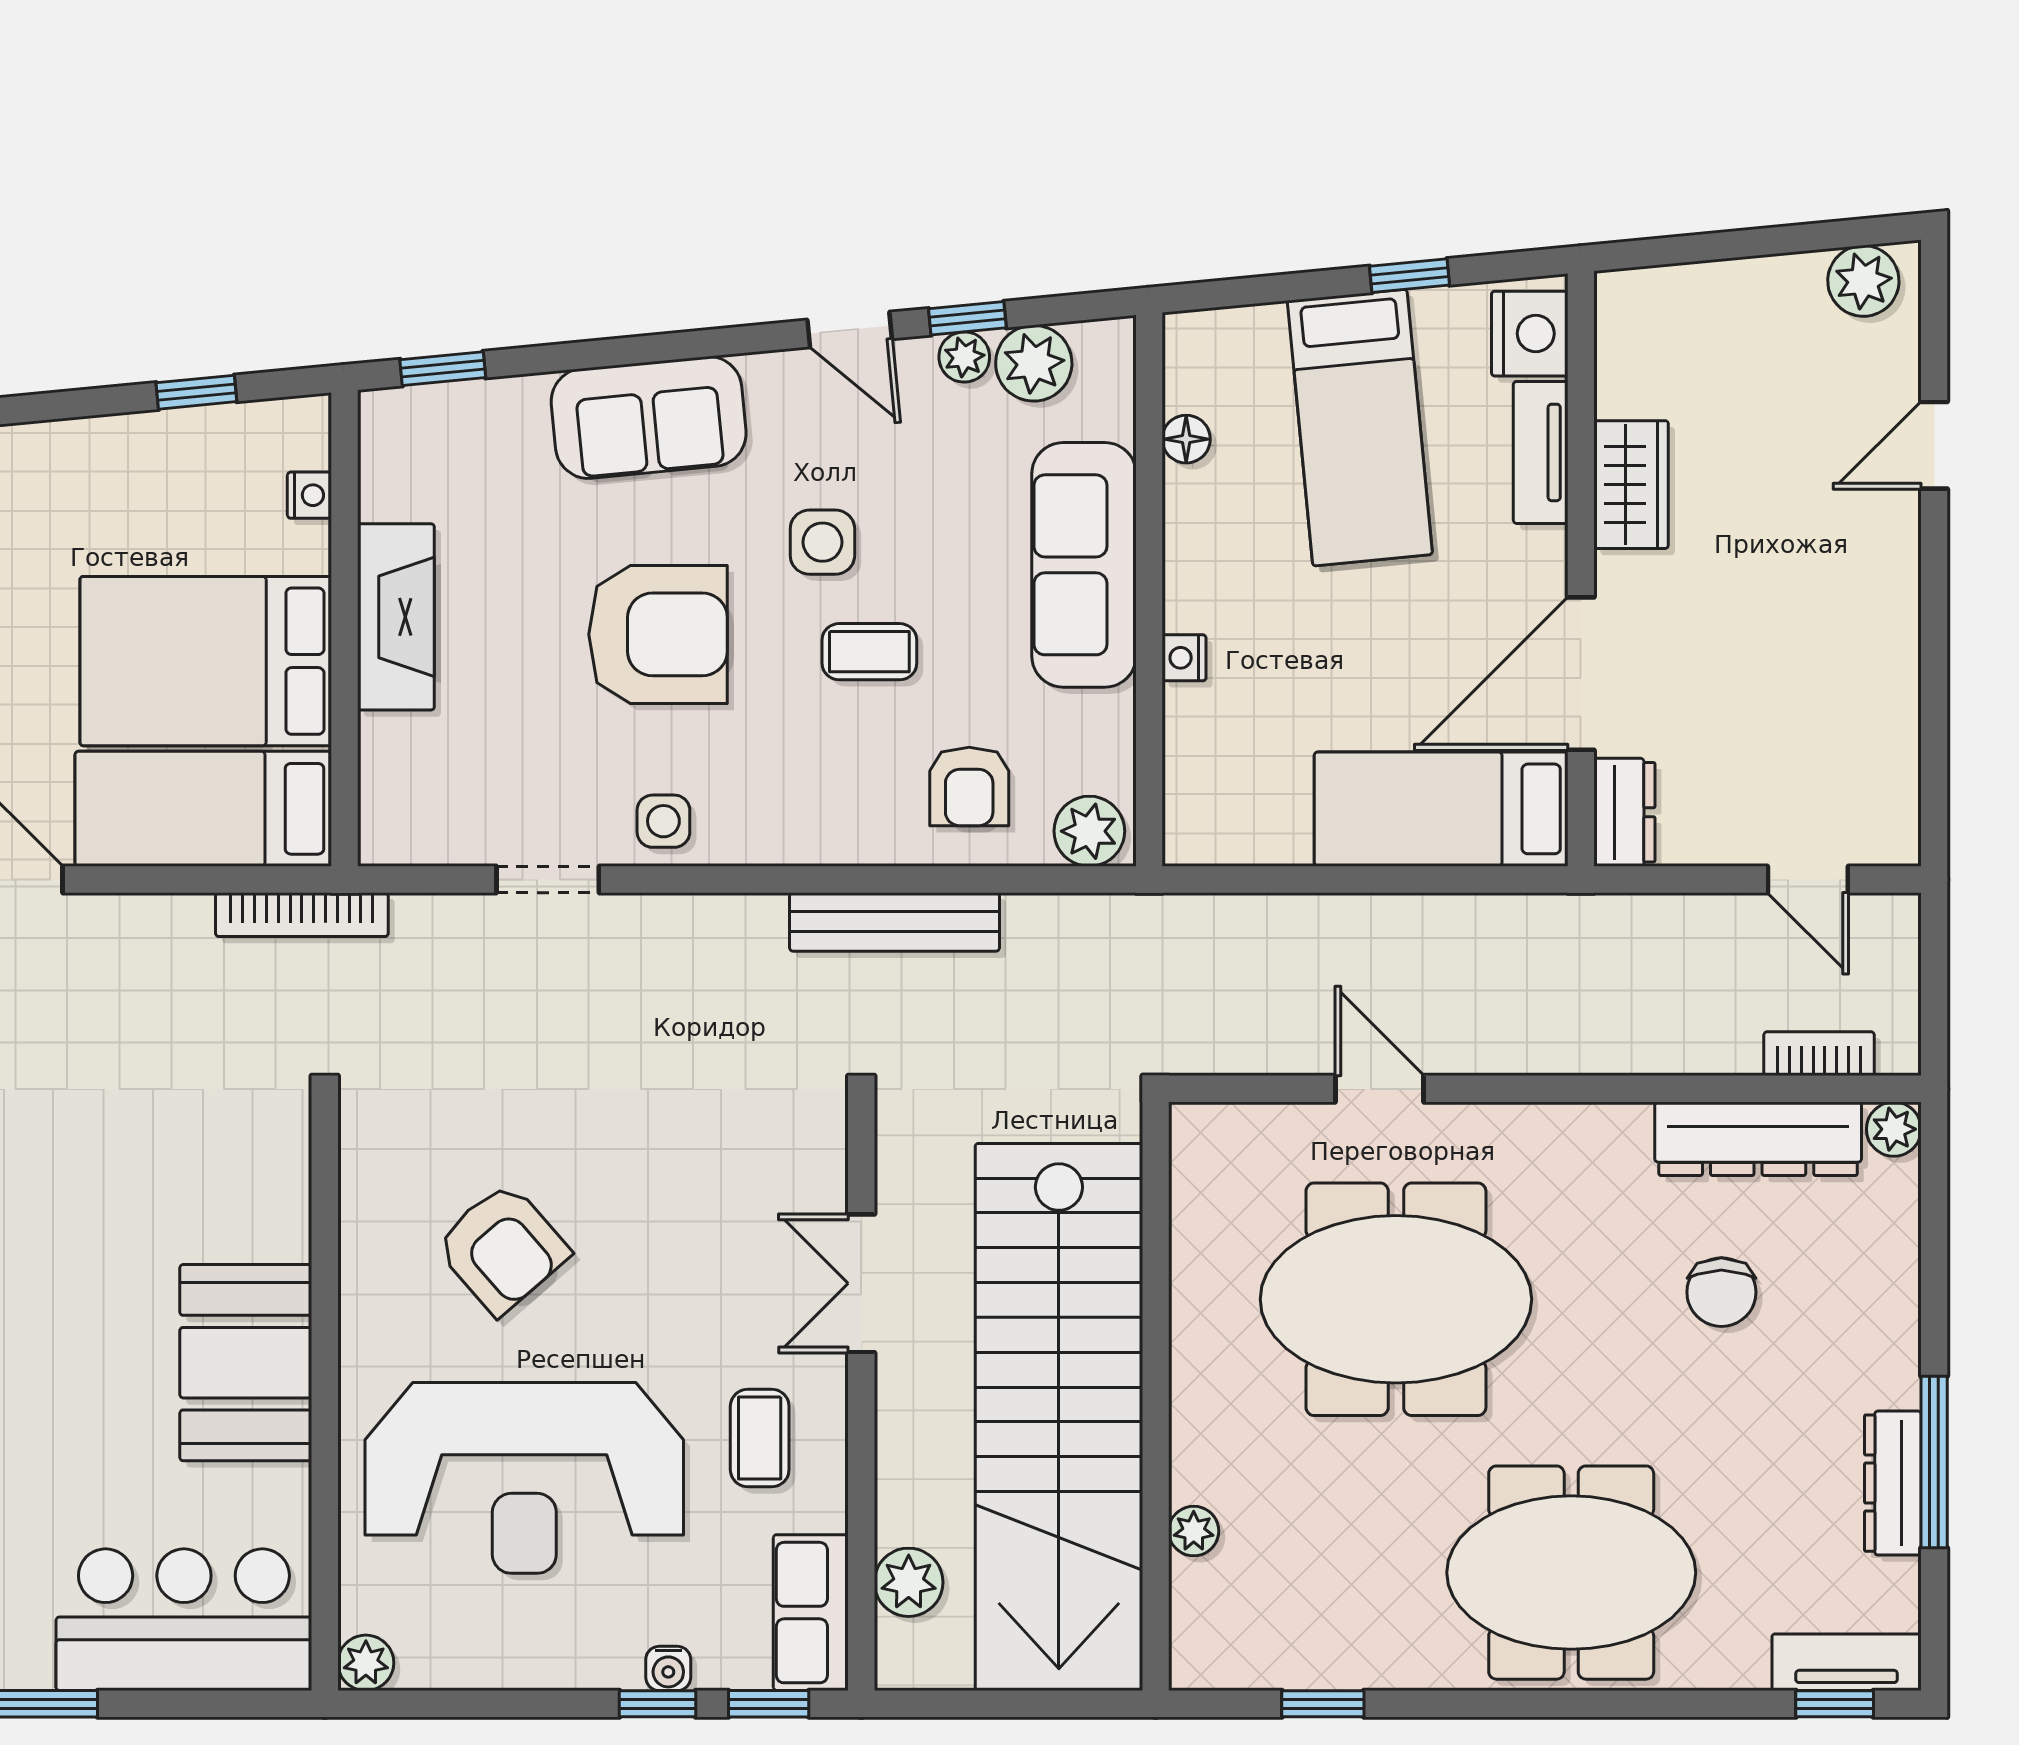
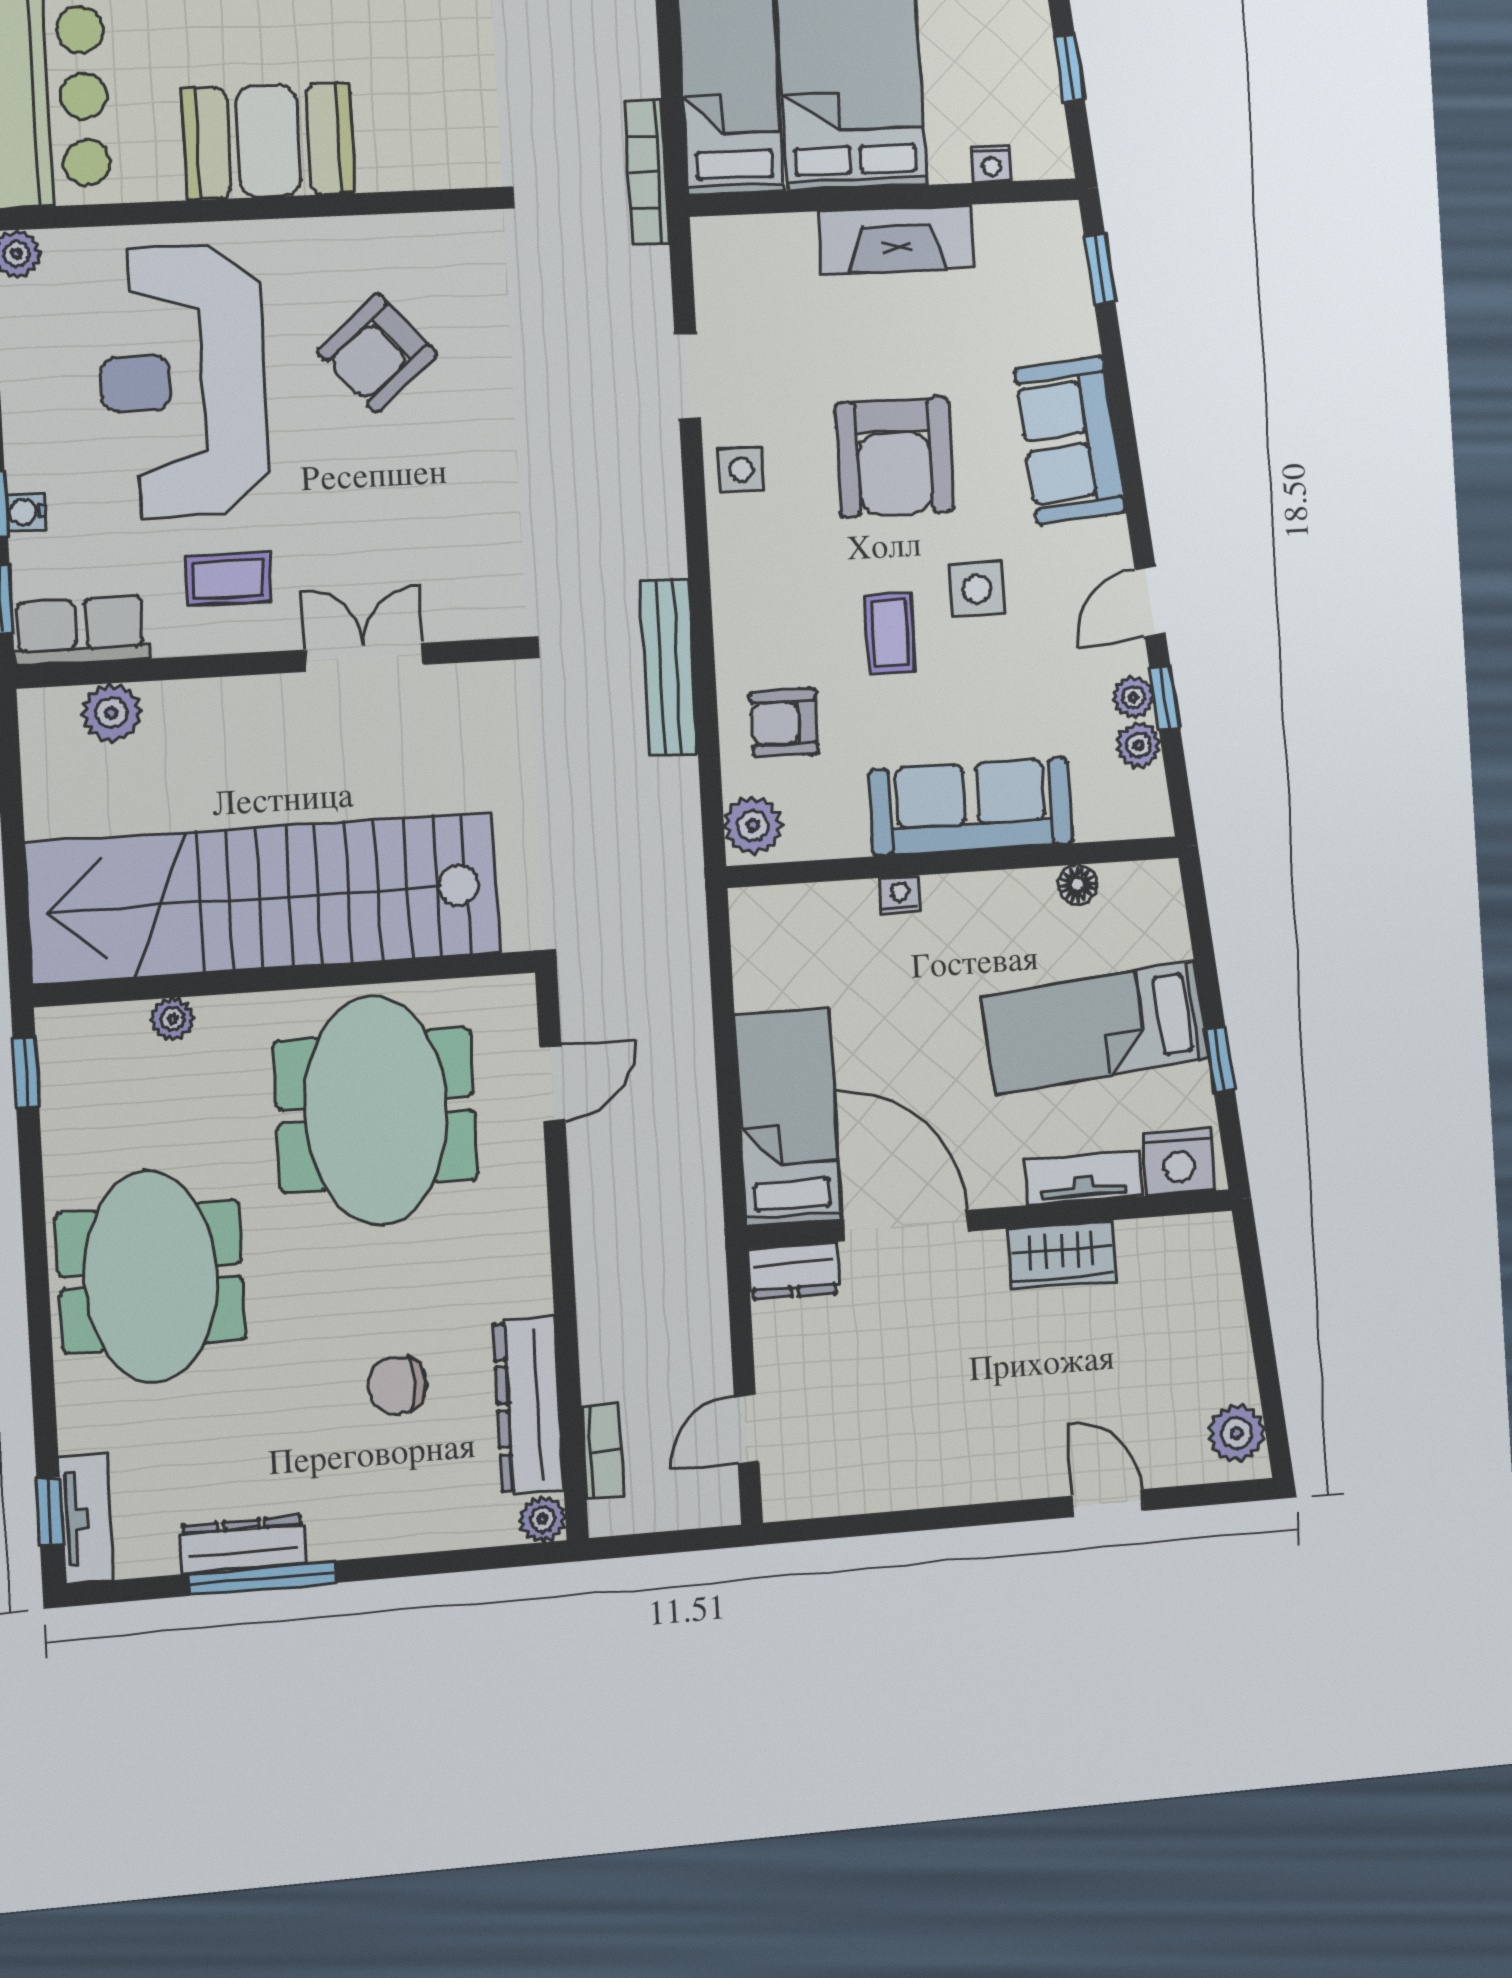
plant: (1034, 363) -> (1139, 745), width x0.73, depth x0.73
wall: (1156, 1396) -> (286, 979), moved
stairs: (1059, 1417) -> (264, 898), moved
plant: (1194, 1531) -> (172, 1019), moved

